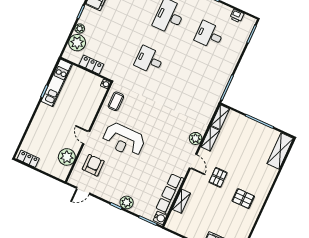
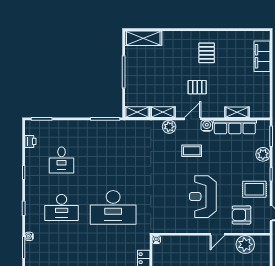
desk: (149, 60) -> (113, 207), width x1.87, depth x1.30
coffee table: (116, 101) -> (192, 151), moved
reception desk: (124, 140) -> (203, 197), turned 180
rug: (110, 186) -> (254, 189), added
plant: (127, 202) -> (263, 154), moved
water cooler: (160, 218) -> (207, 126), moved

